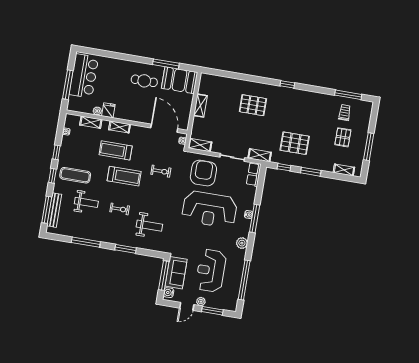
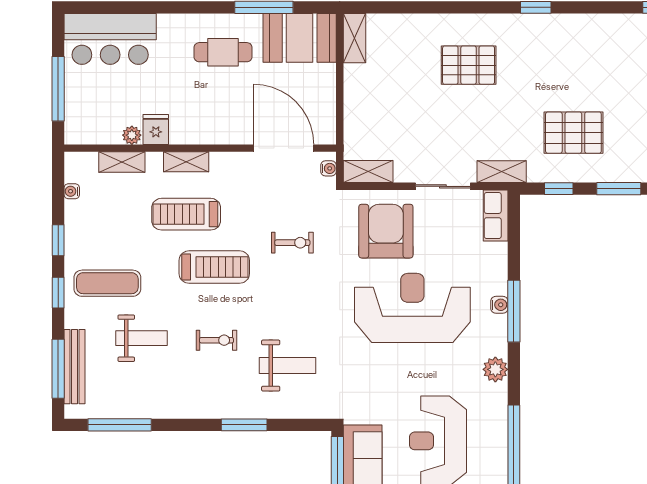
bar counter: (84, 76) -> (110, 39), moved, turned 90
shelving: (200, 106) -> (354, 38), moved
reception desk: (209, 209) -> (412, 308), turned 180
window: (86, 242) -> (120, 425), moved

